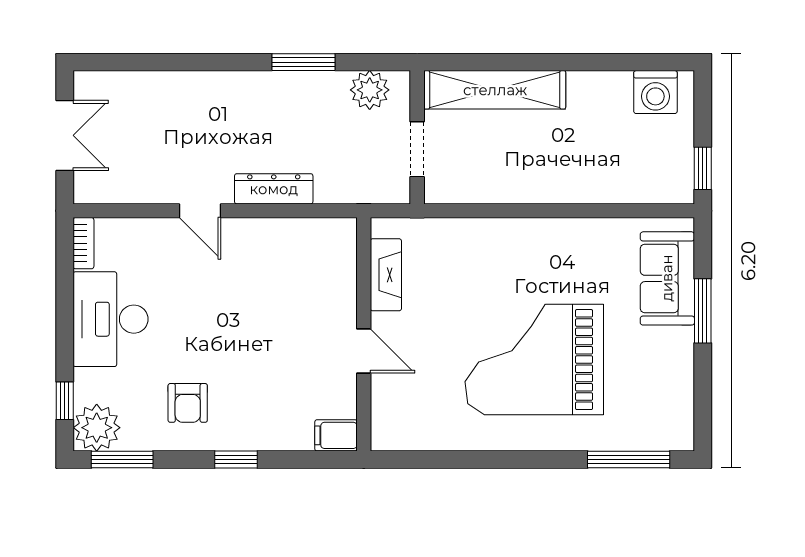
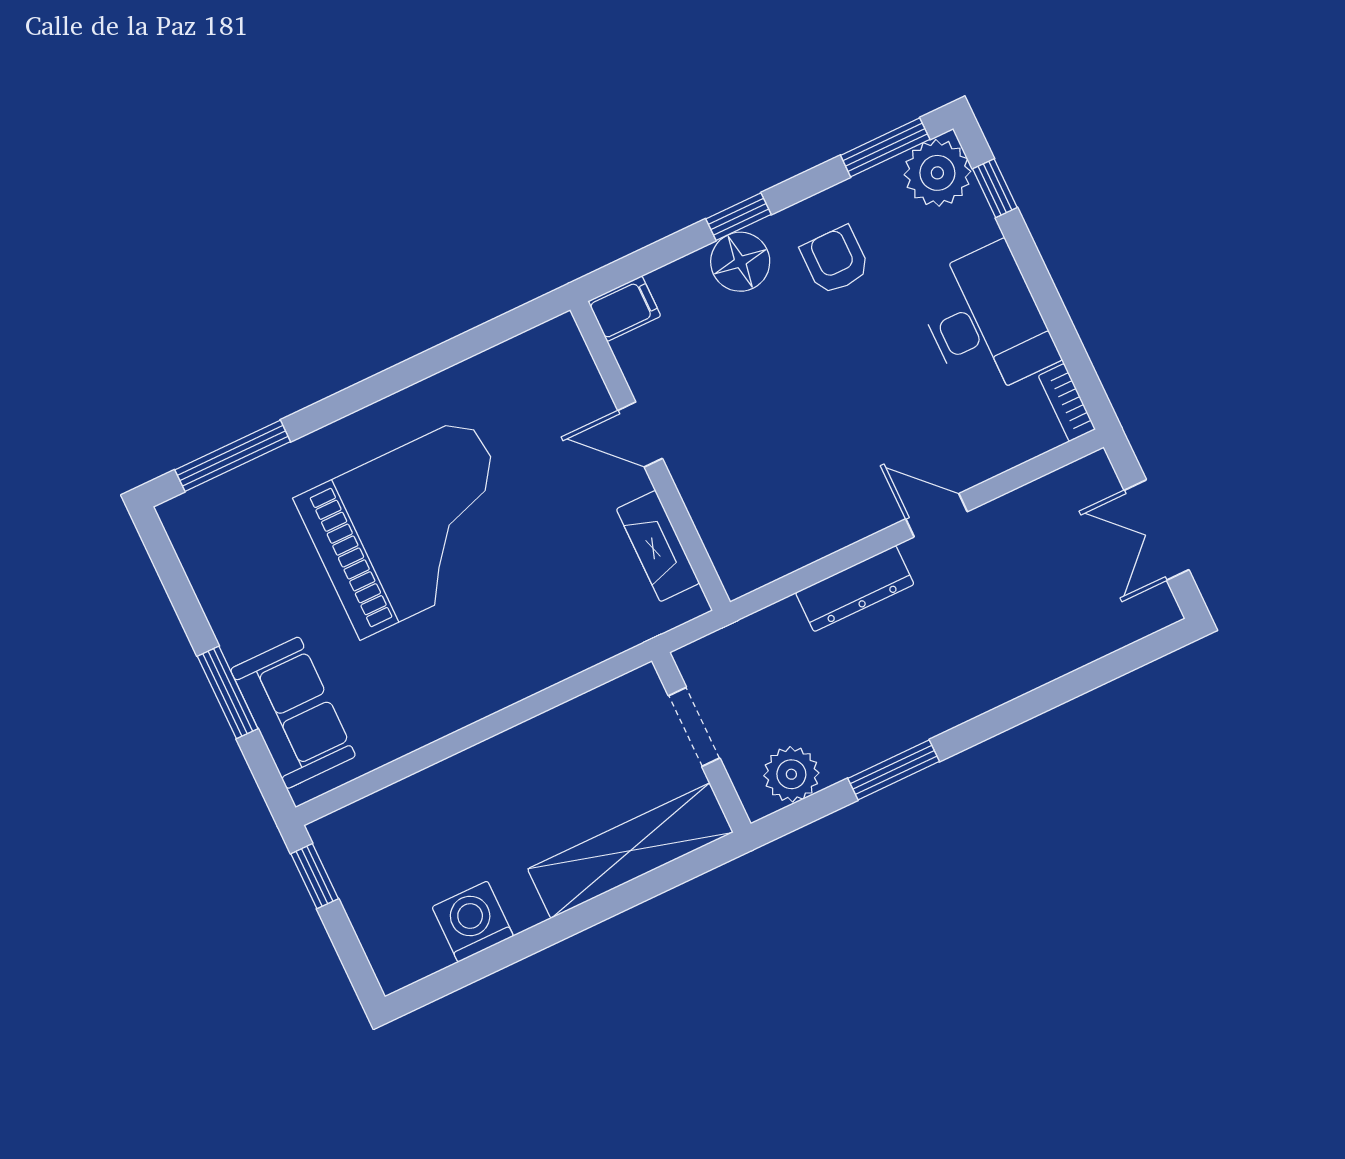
washing machine: (655, 92) -> (473, 922), moved
floor lamp: (248, 430) -> (740, 262), added

